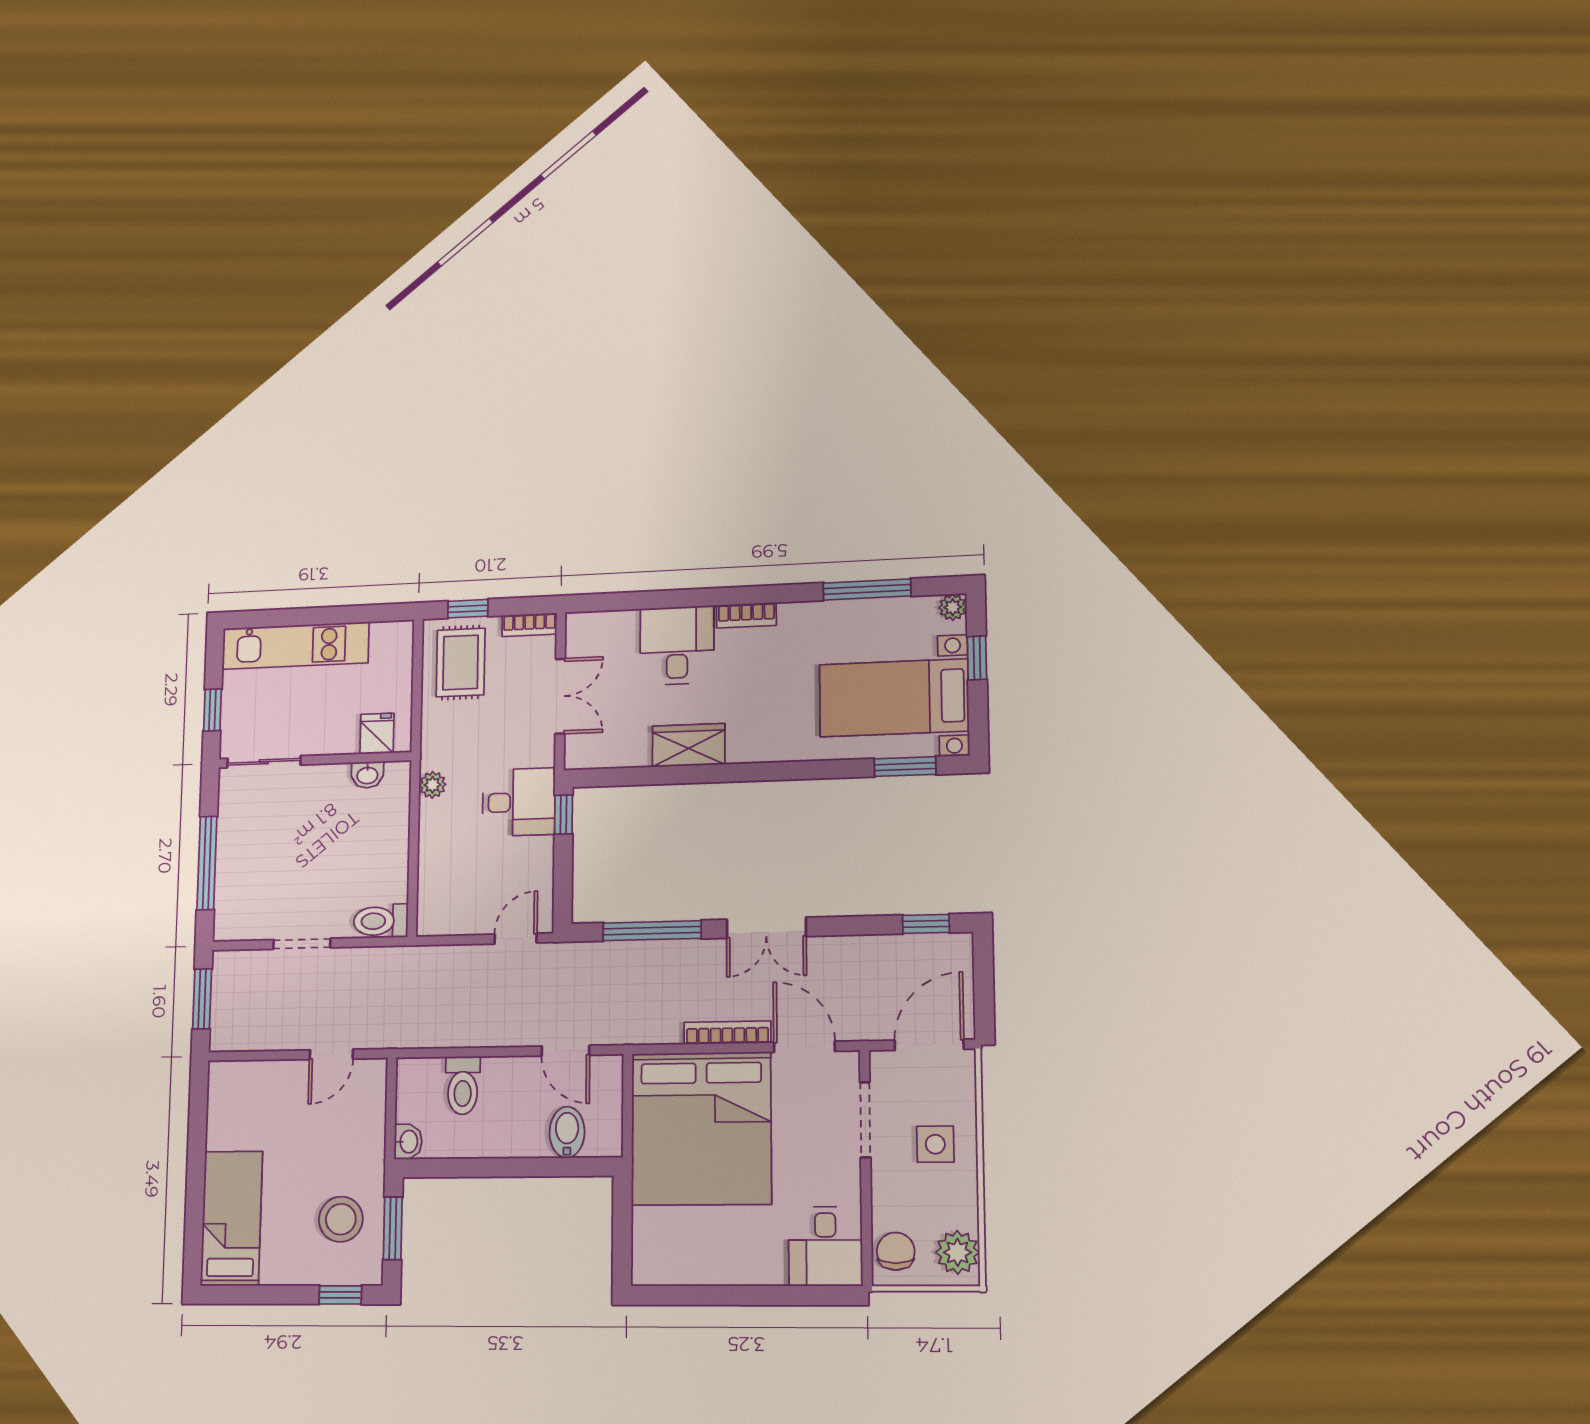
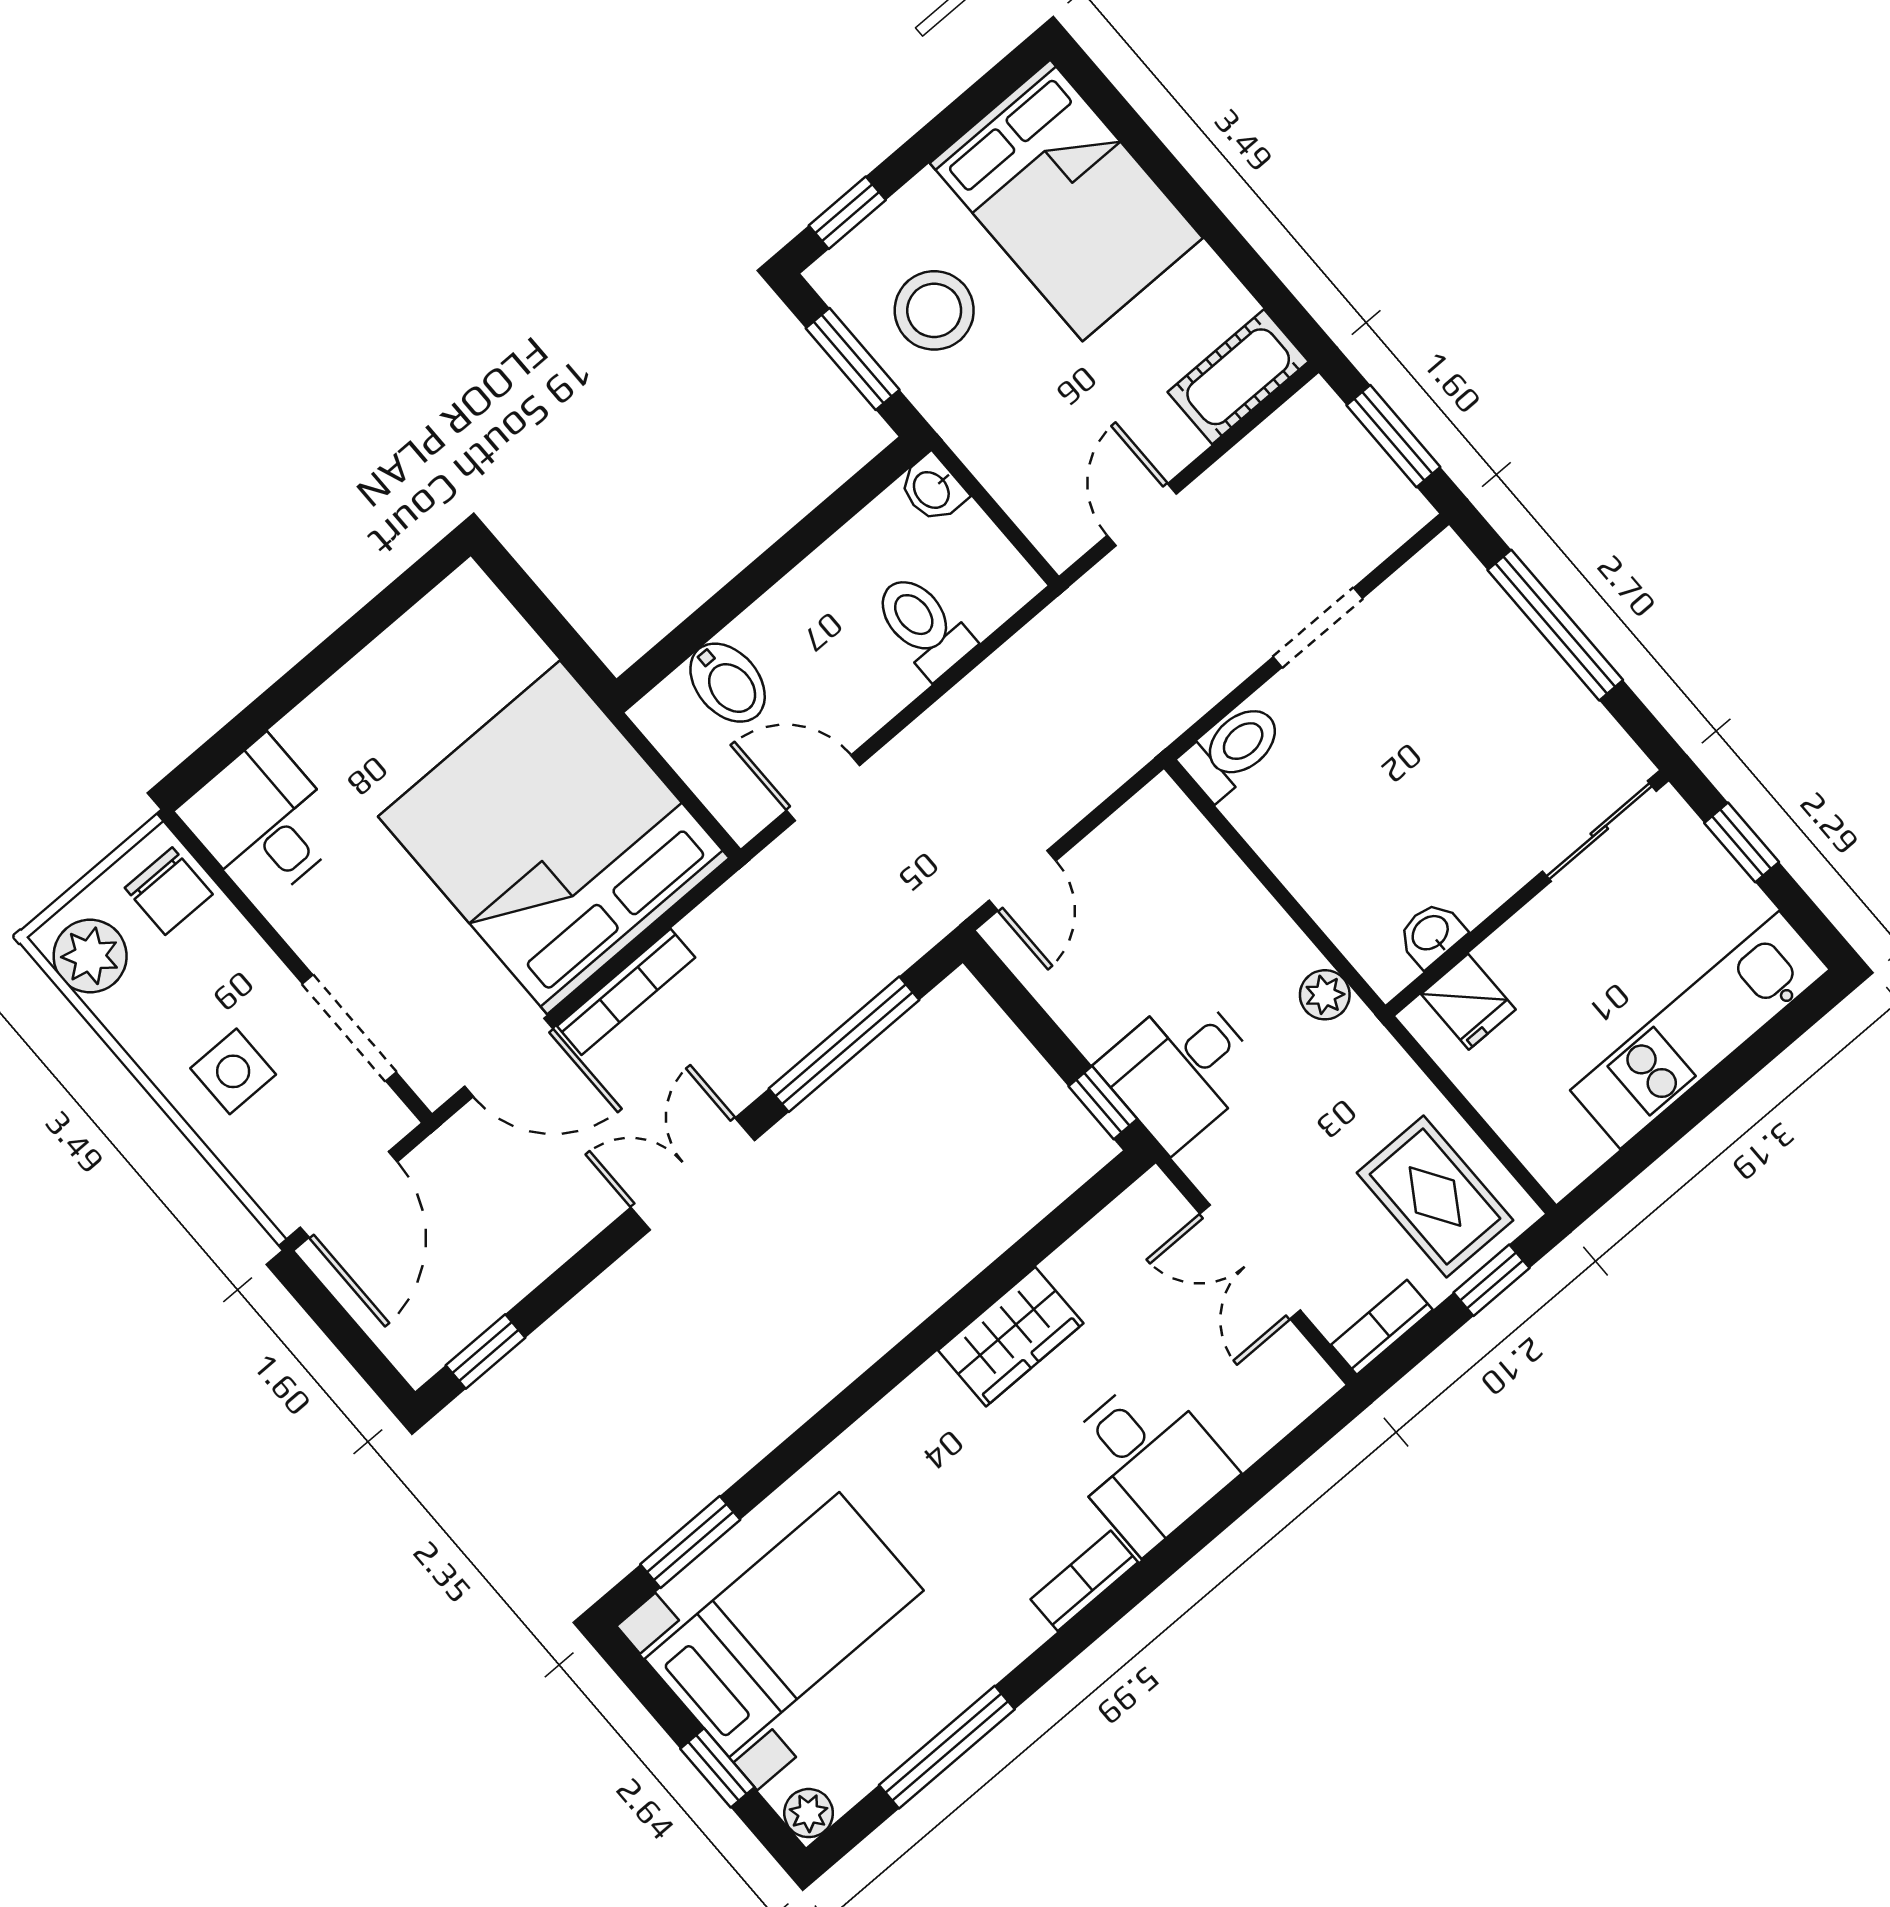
cot: (242, 1079) -> (1238, 377), added
bed: (232, 1218) -> (1066, 200), width x1.50

